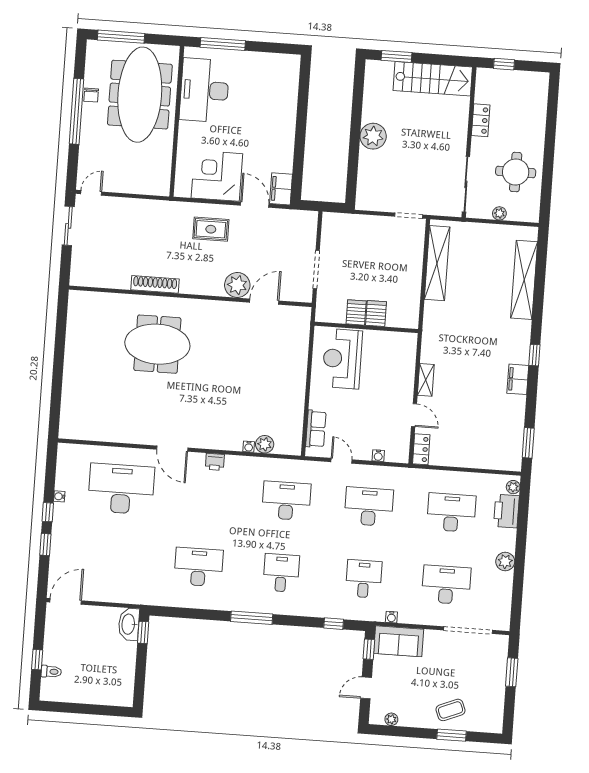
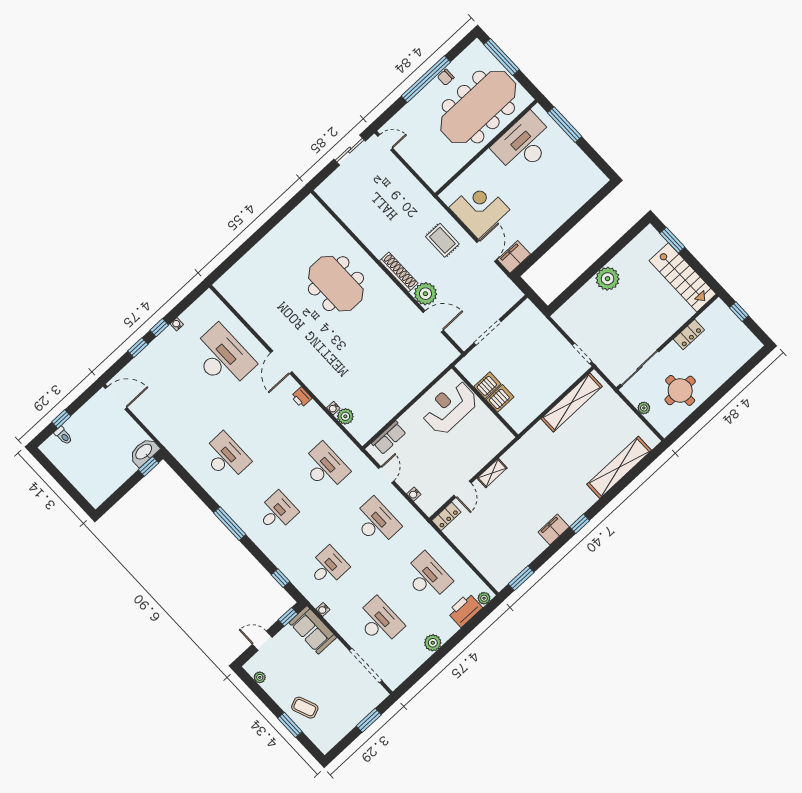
shoe rack: (155, 284) -> (399, 272), moved

